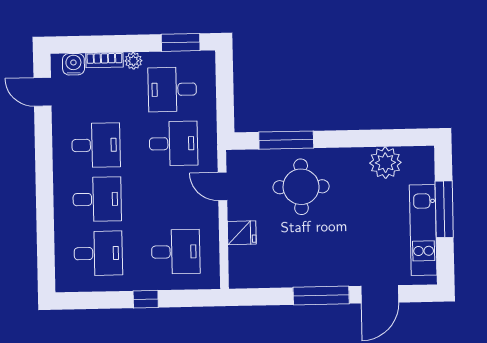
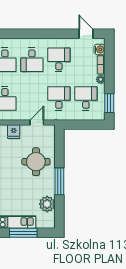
door: (43, 92) -> (86, 34), hinge flipped
window: (286, 140) -> (59, 181), moved
desk: (173, 144) -> (59, 98), turned 180
desk: (96, 145) -> (59, 60), turned 180

